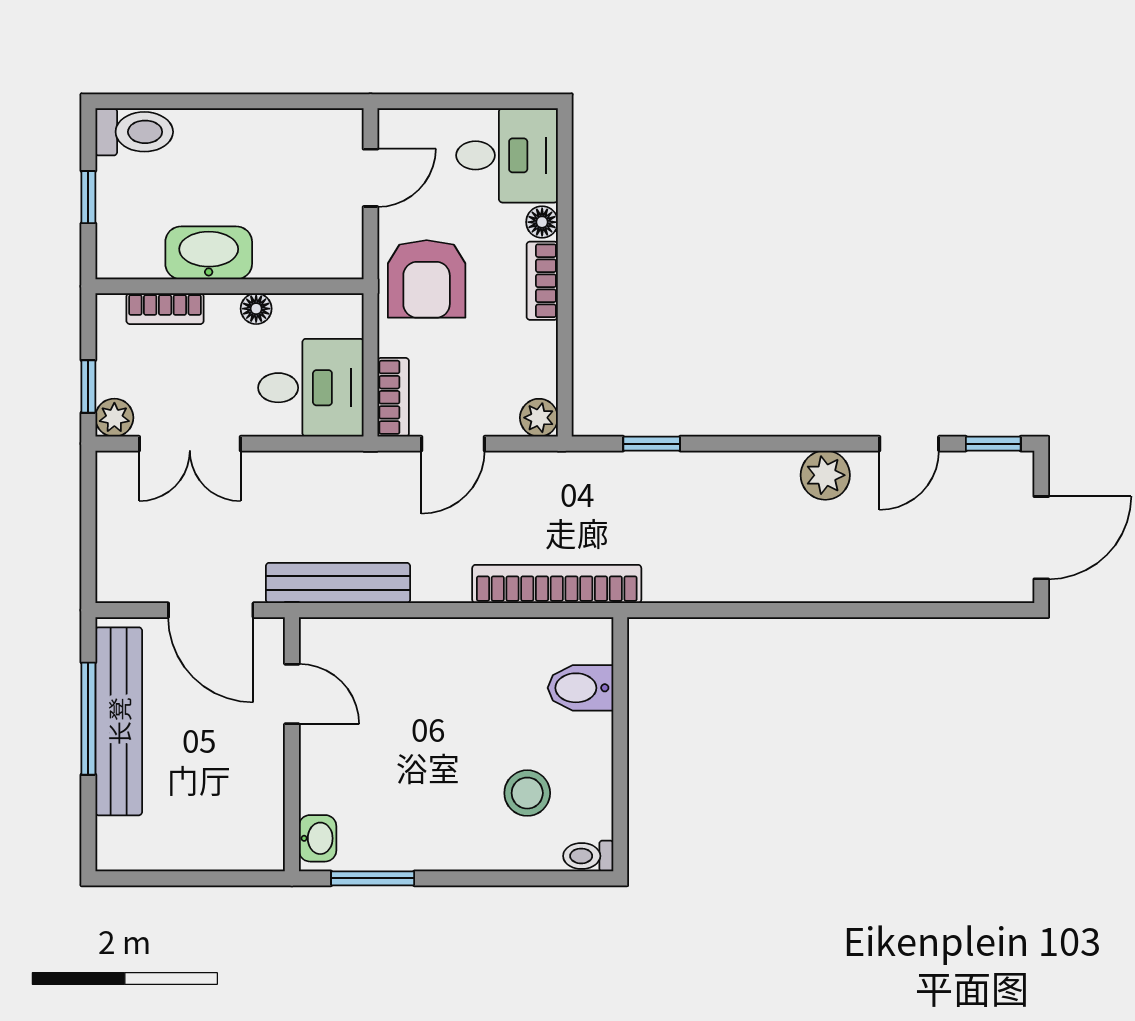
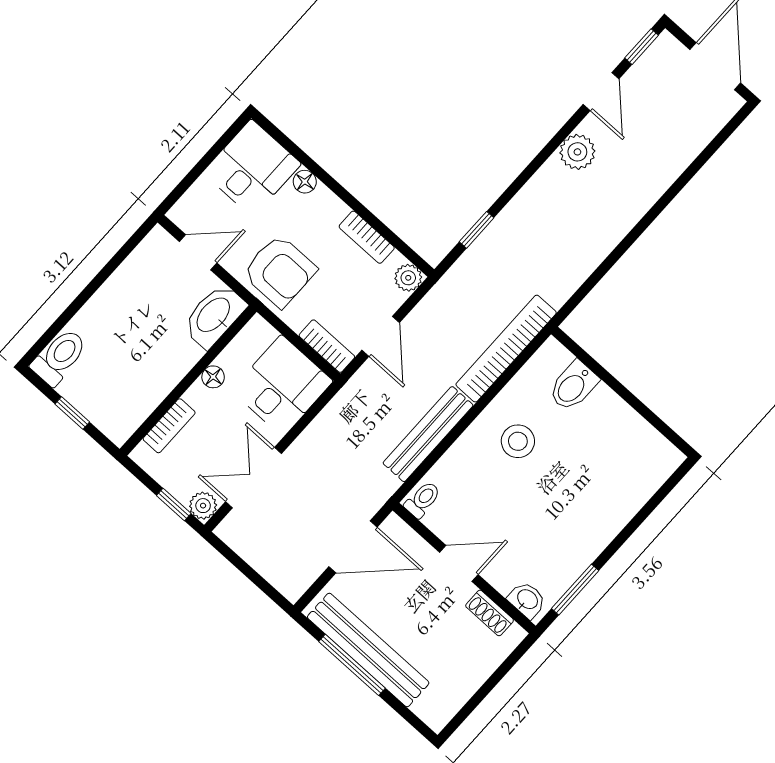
door: (371, 178) -> (198, 252), hinge flipped
washbasin: (209, 253) -> (214, 316), moved
bookcase: (542, 281) -> (367, 237), moved
double door: (190, 444) -> (253, 478), swing flipped
bench: (338, 583) -> (428, 434), moved
door: (292, 694) -> (459, 563), moved
stool: (527, 793) -> (518, 441), moved
shoe rack: (269, 812) -> (490, 613), added
toilet: (588, 856) -> (423, 500), moved, turned 180

